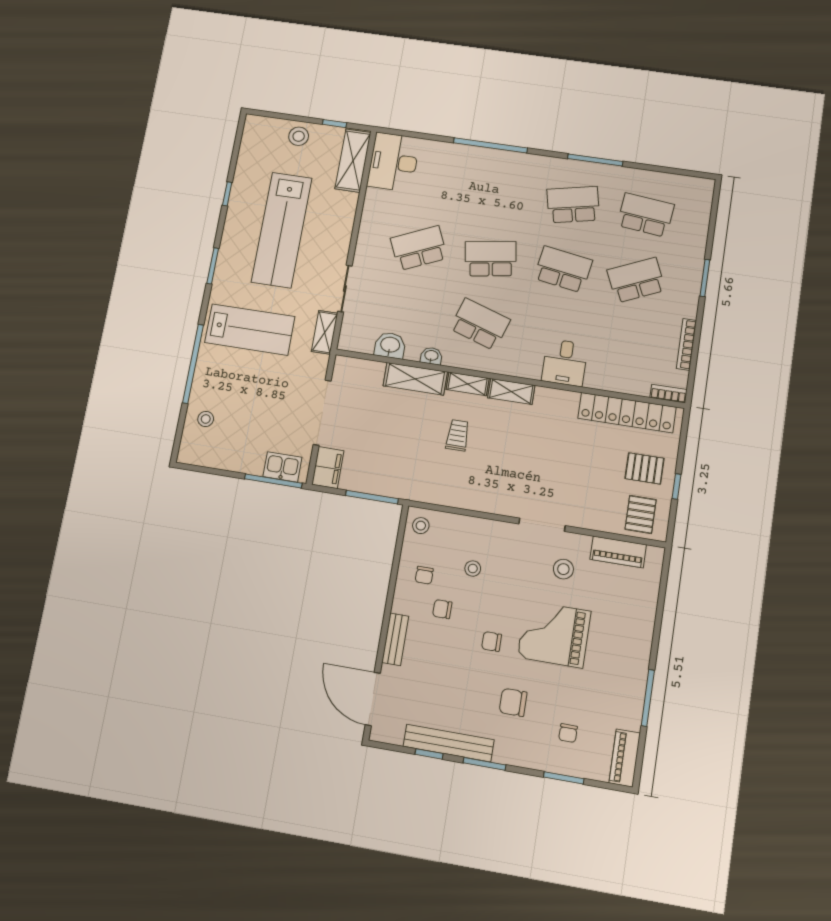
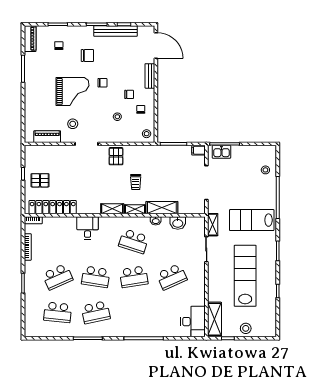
filing cabinet: (328, 468) -> (198, 150), width x0.50
pallet: (641, 514) -> (116, 156), moved

